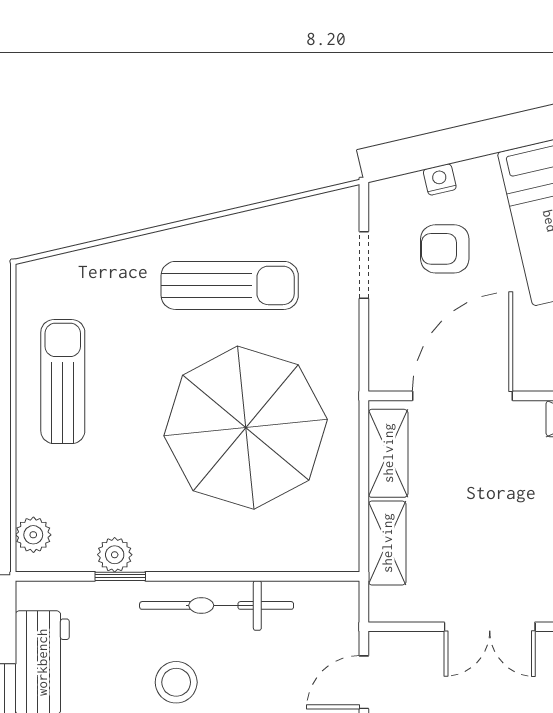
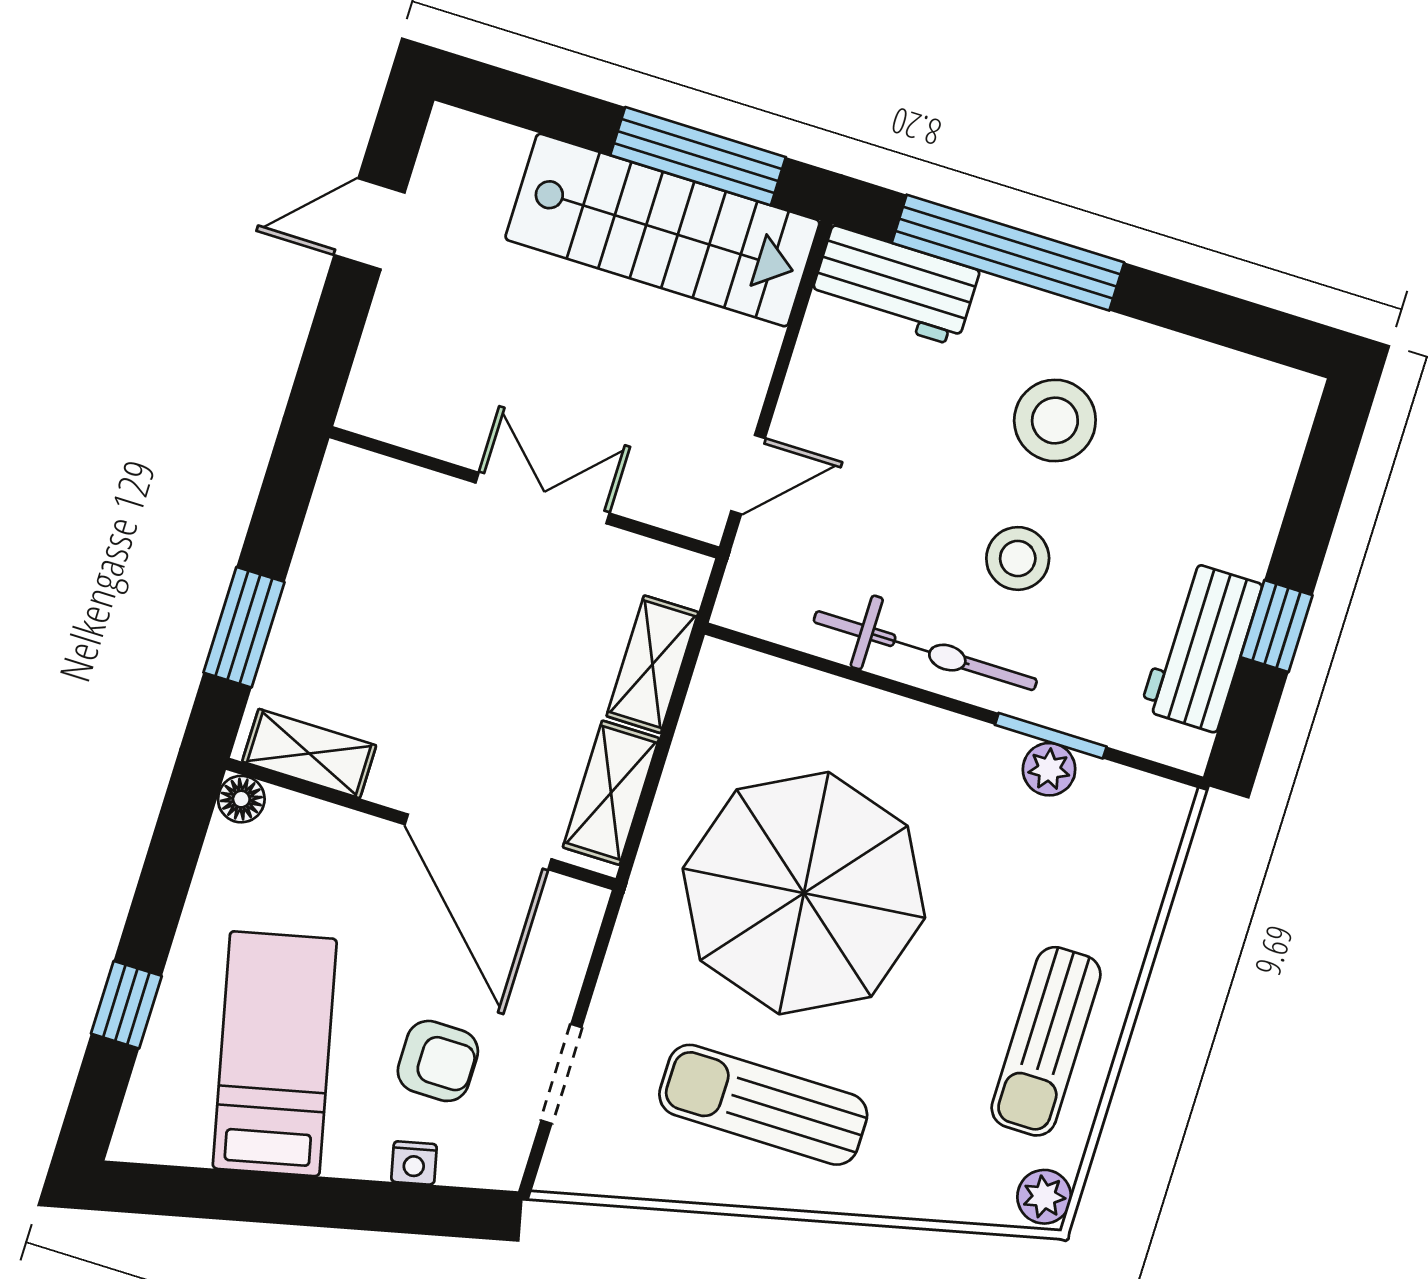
door: (462, 396) -> (478, 842), hinge flipped
plant: (33, 535) -> (1044, 1197), moved
window: (120, 576) -> (1051, 736), width x1.50

